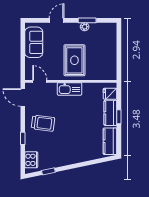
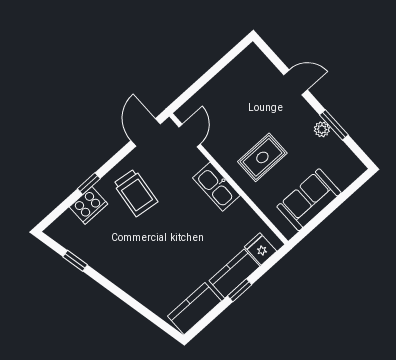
sofa: (34, 42) -> (309, 200), moved, turned 180
rug: (74, 60) -> (262, 157), width x0.73, depth x0.70
cooker: (31, 160) -> (88, 205), moved

